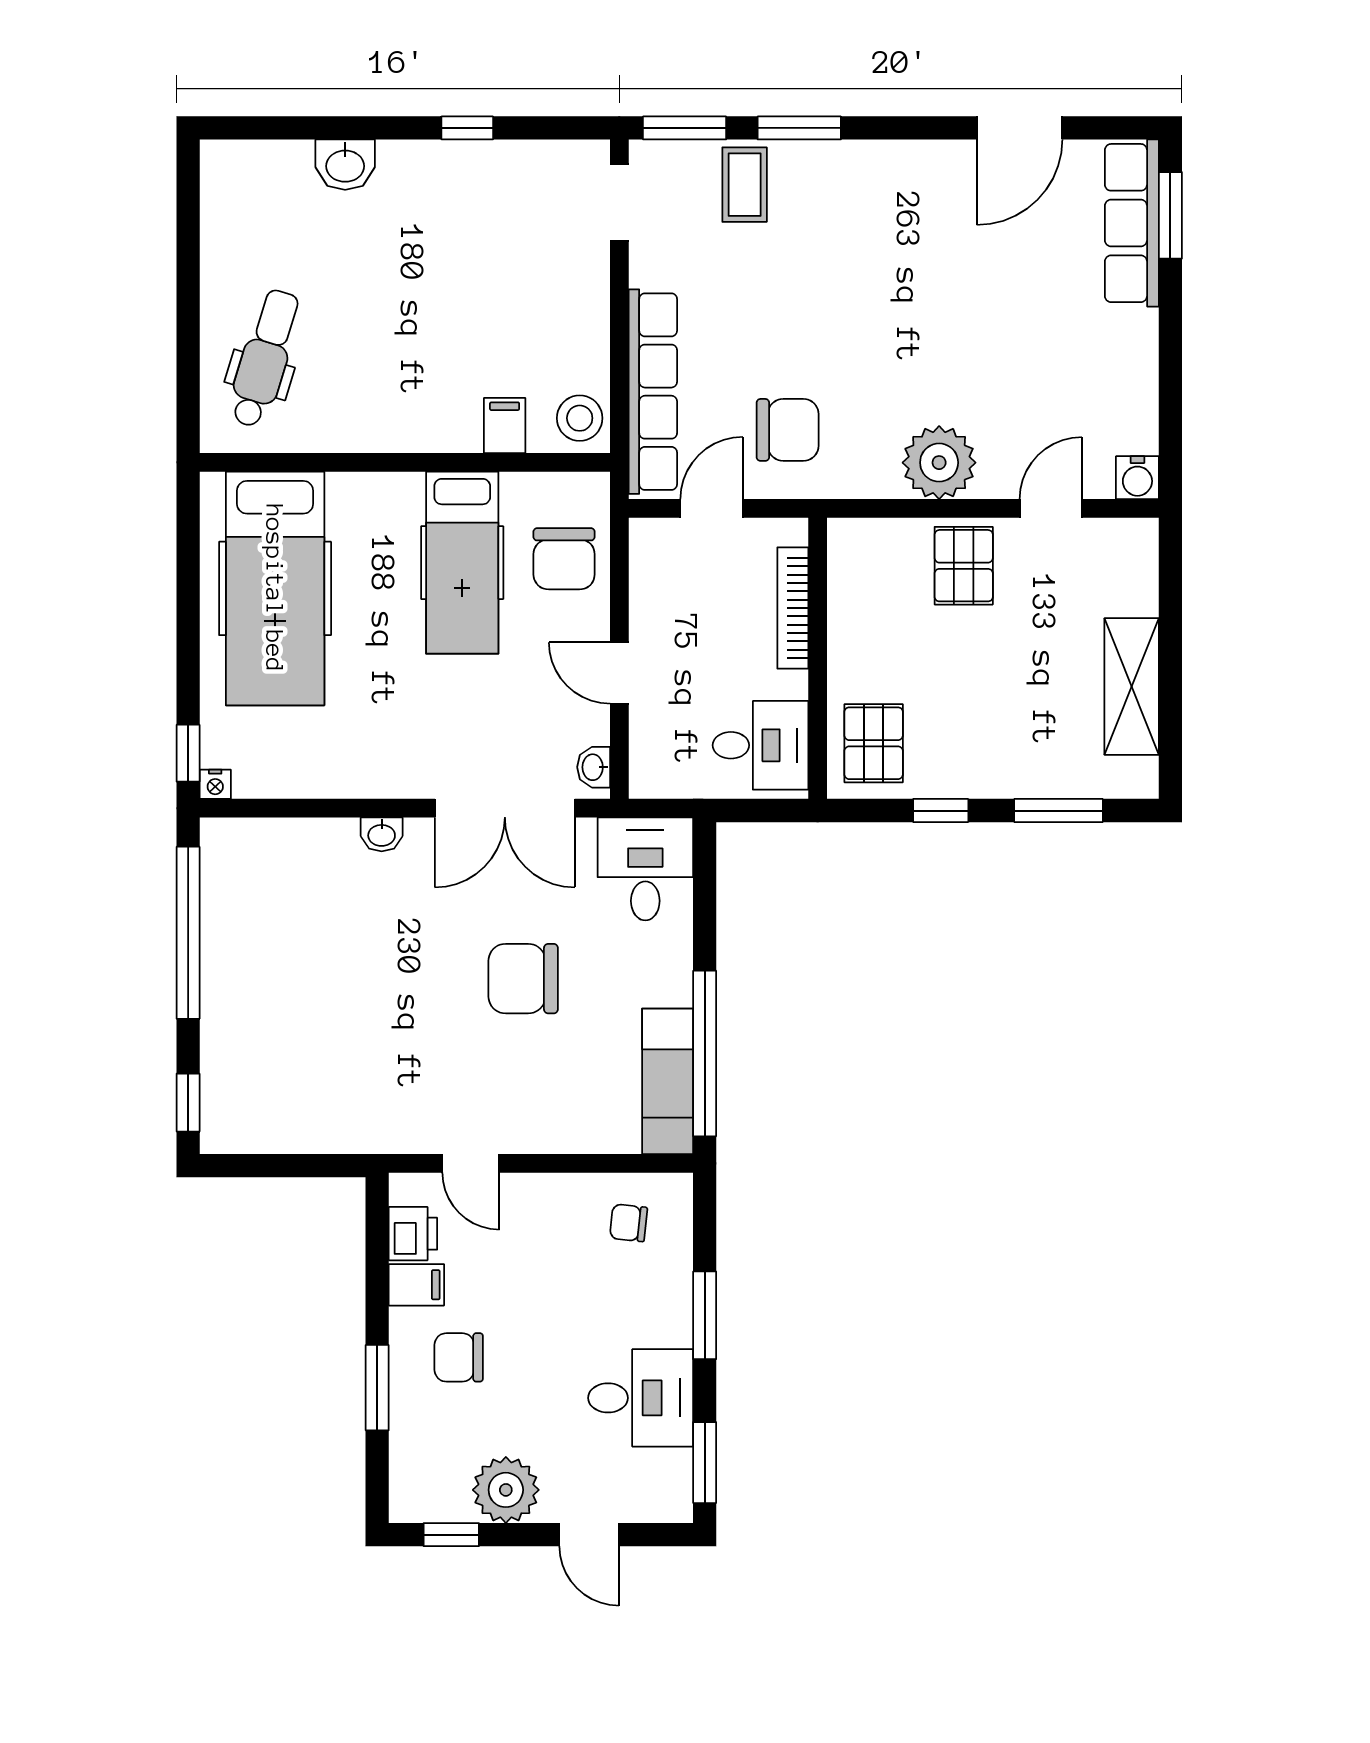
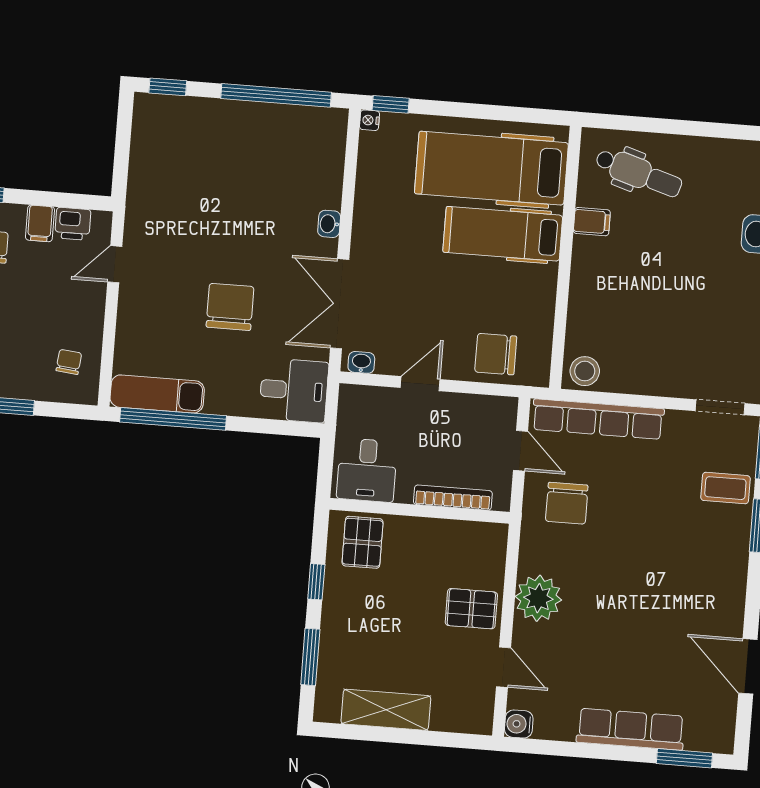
row of seats: (1132, 223) -> (631, 729), moved
filing cabinet: (505, 425) -> (592, 222), moved
hospital bed: (462, 563) -> (503, 234), moved
pallet: (874, 743) -> (363, 542), turned 90

